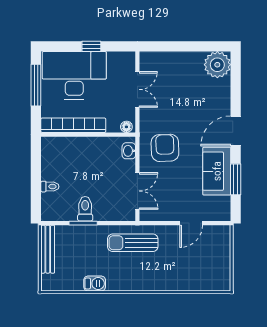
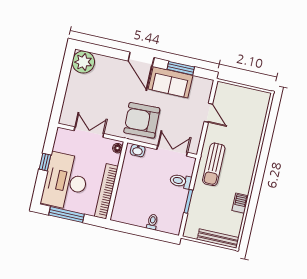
armchair: (165, 148) -> (142, 120), width x1.36, depth x1.36
toilet: (85, 209) -> (181, 181), moved
bench: (48, 249) -> (218, 239), moved

